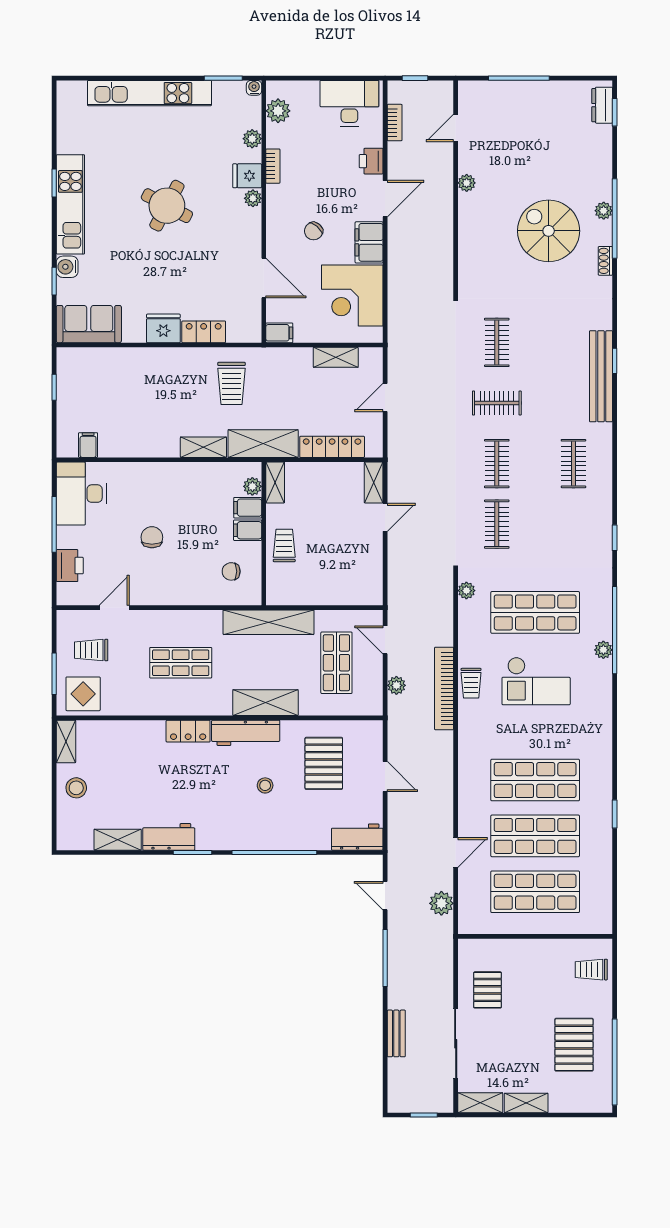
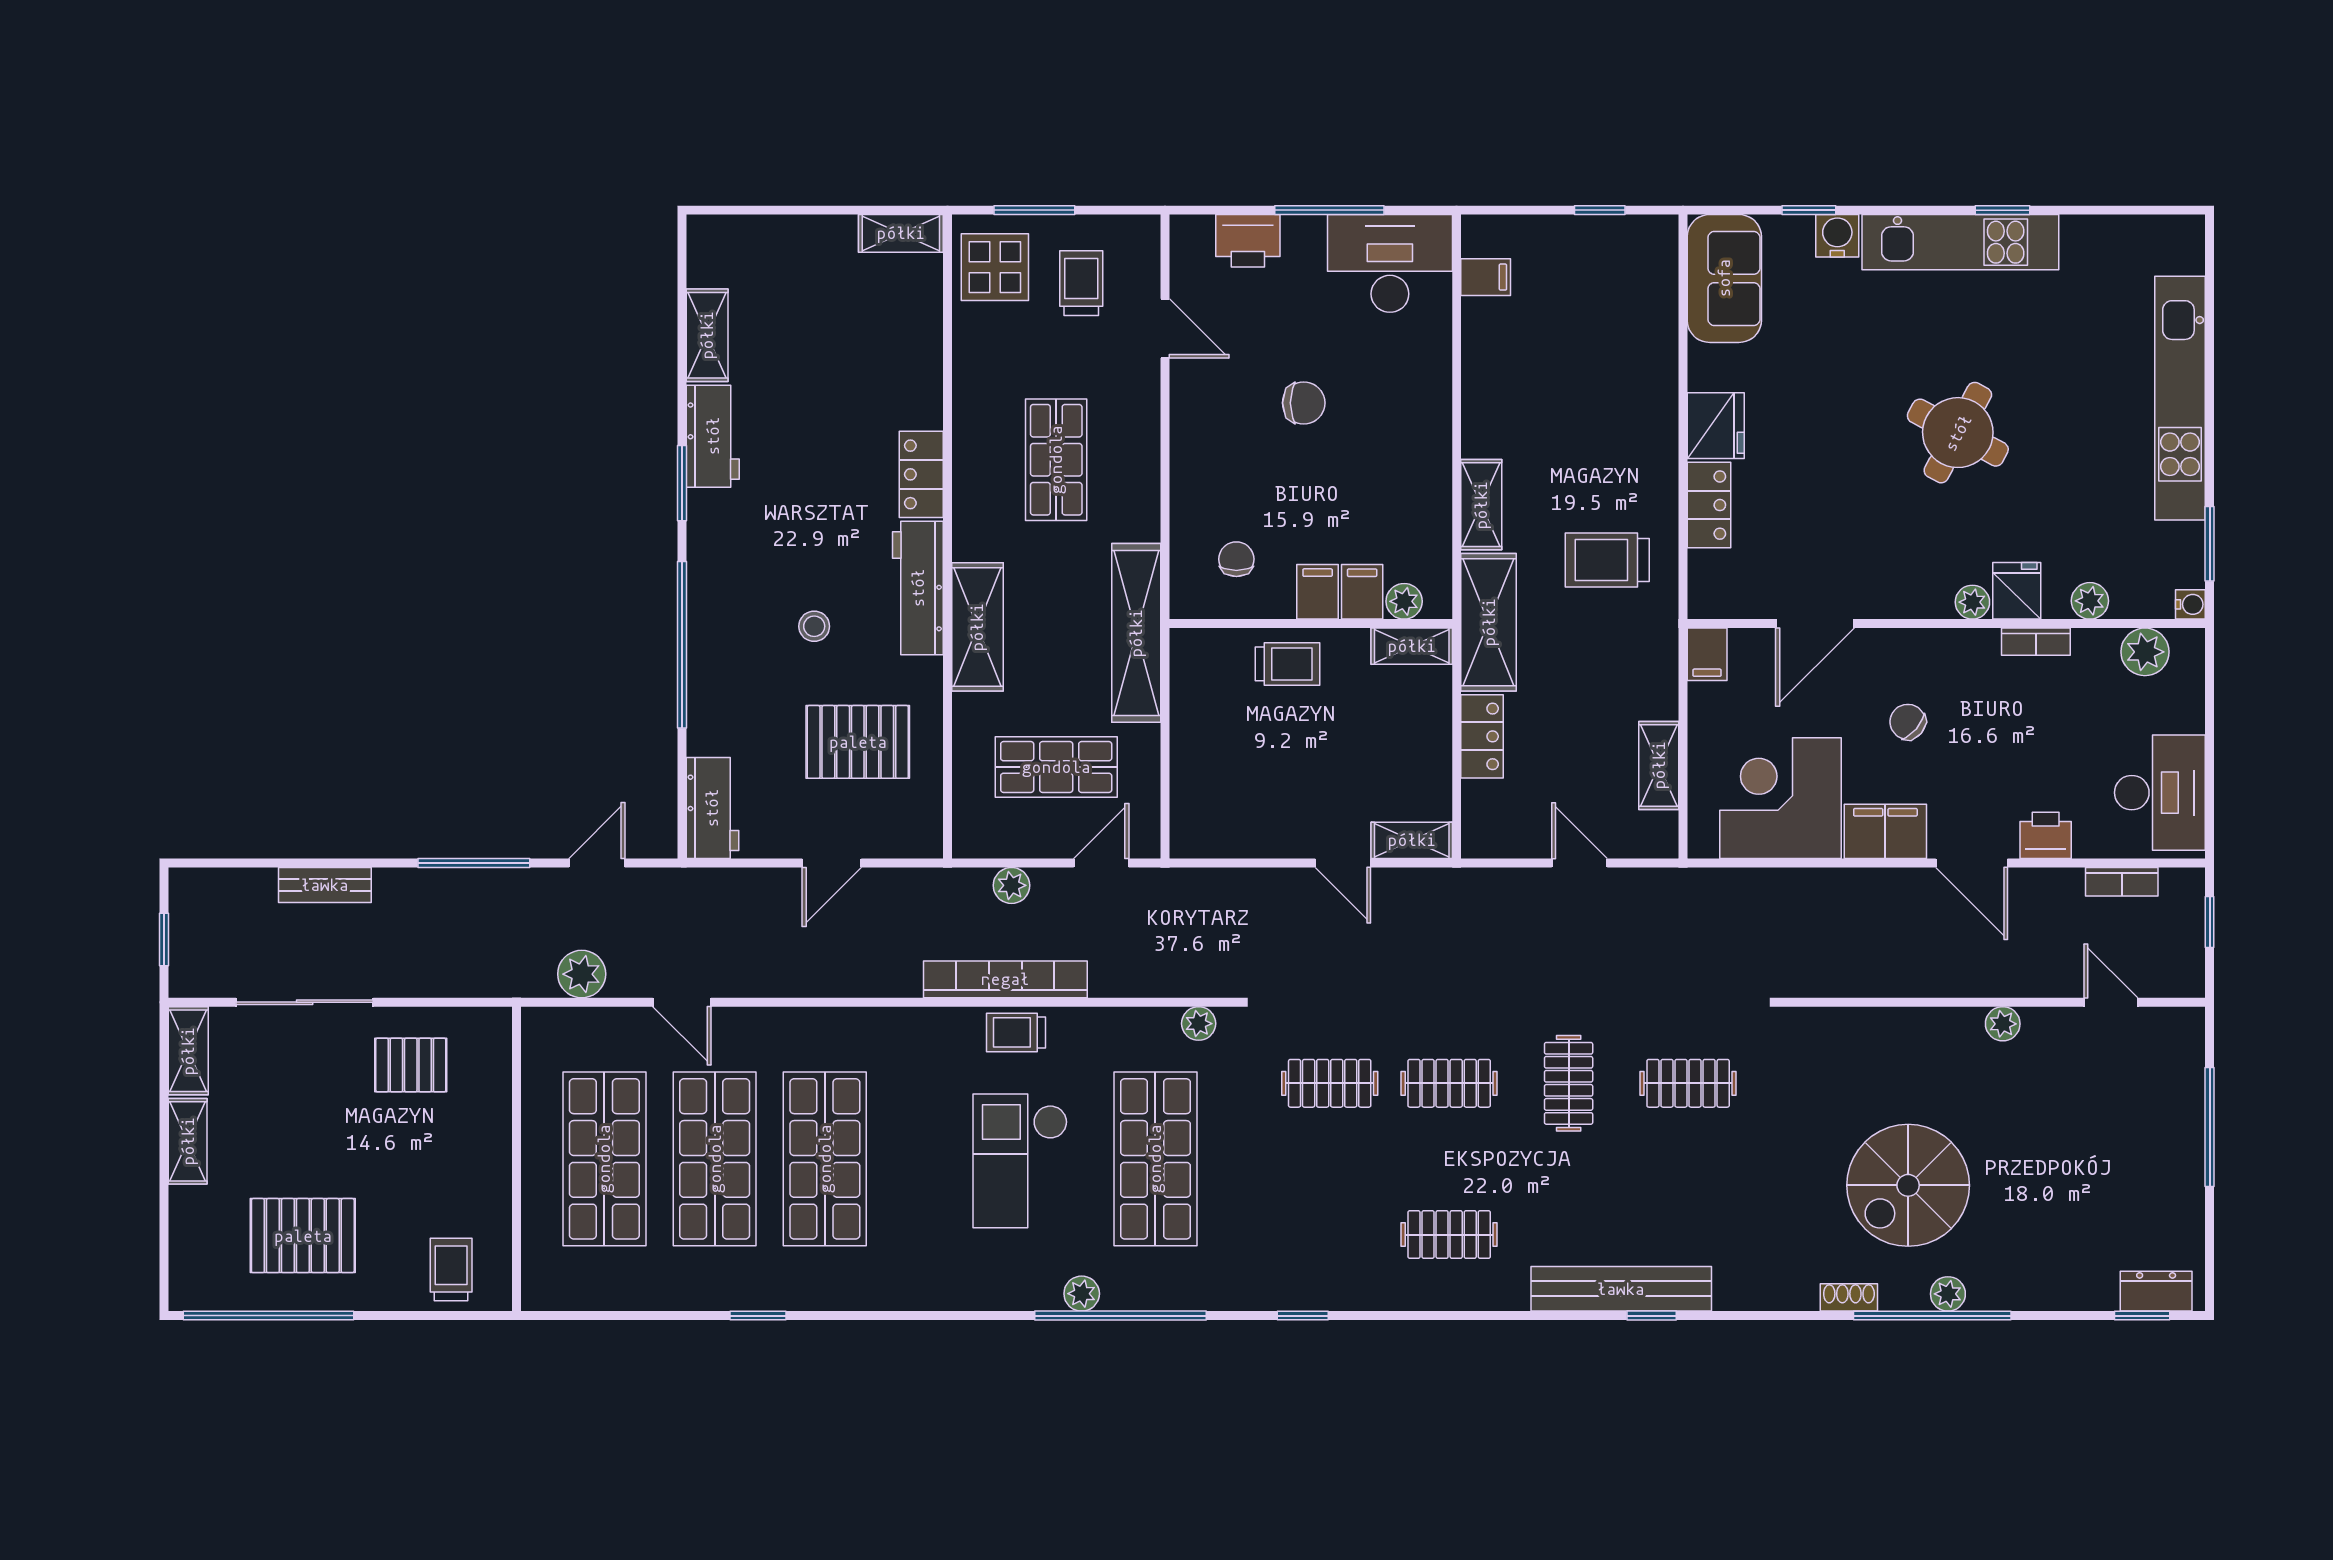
spiral stairs: (549, 231) -> (1908, 1185), turned 180
locker: (332, 447) -> (1482, 736), width x0.66
stool: (76, 788) -> (809, 254), removed

